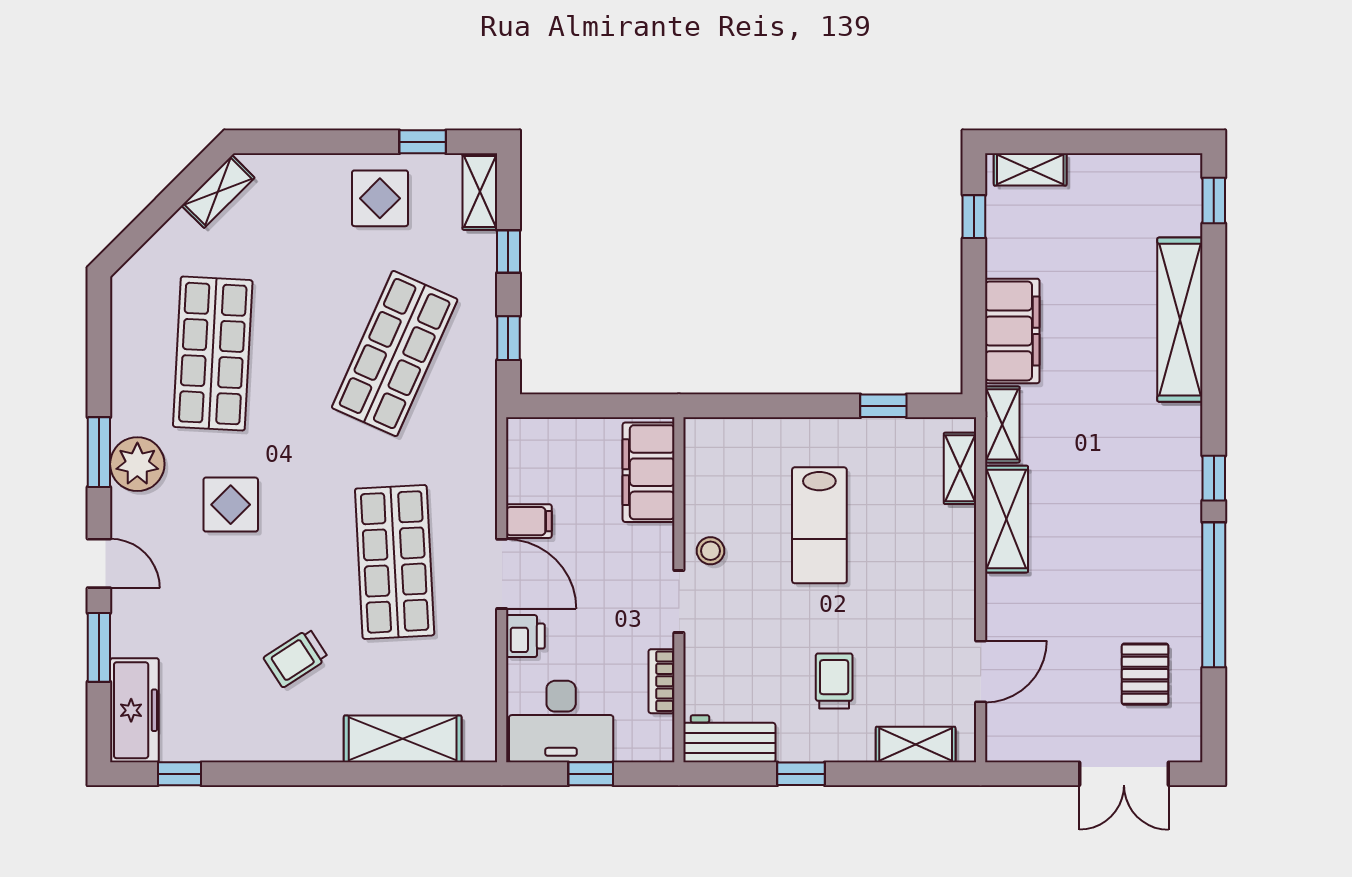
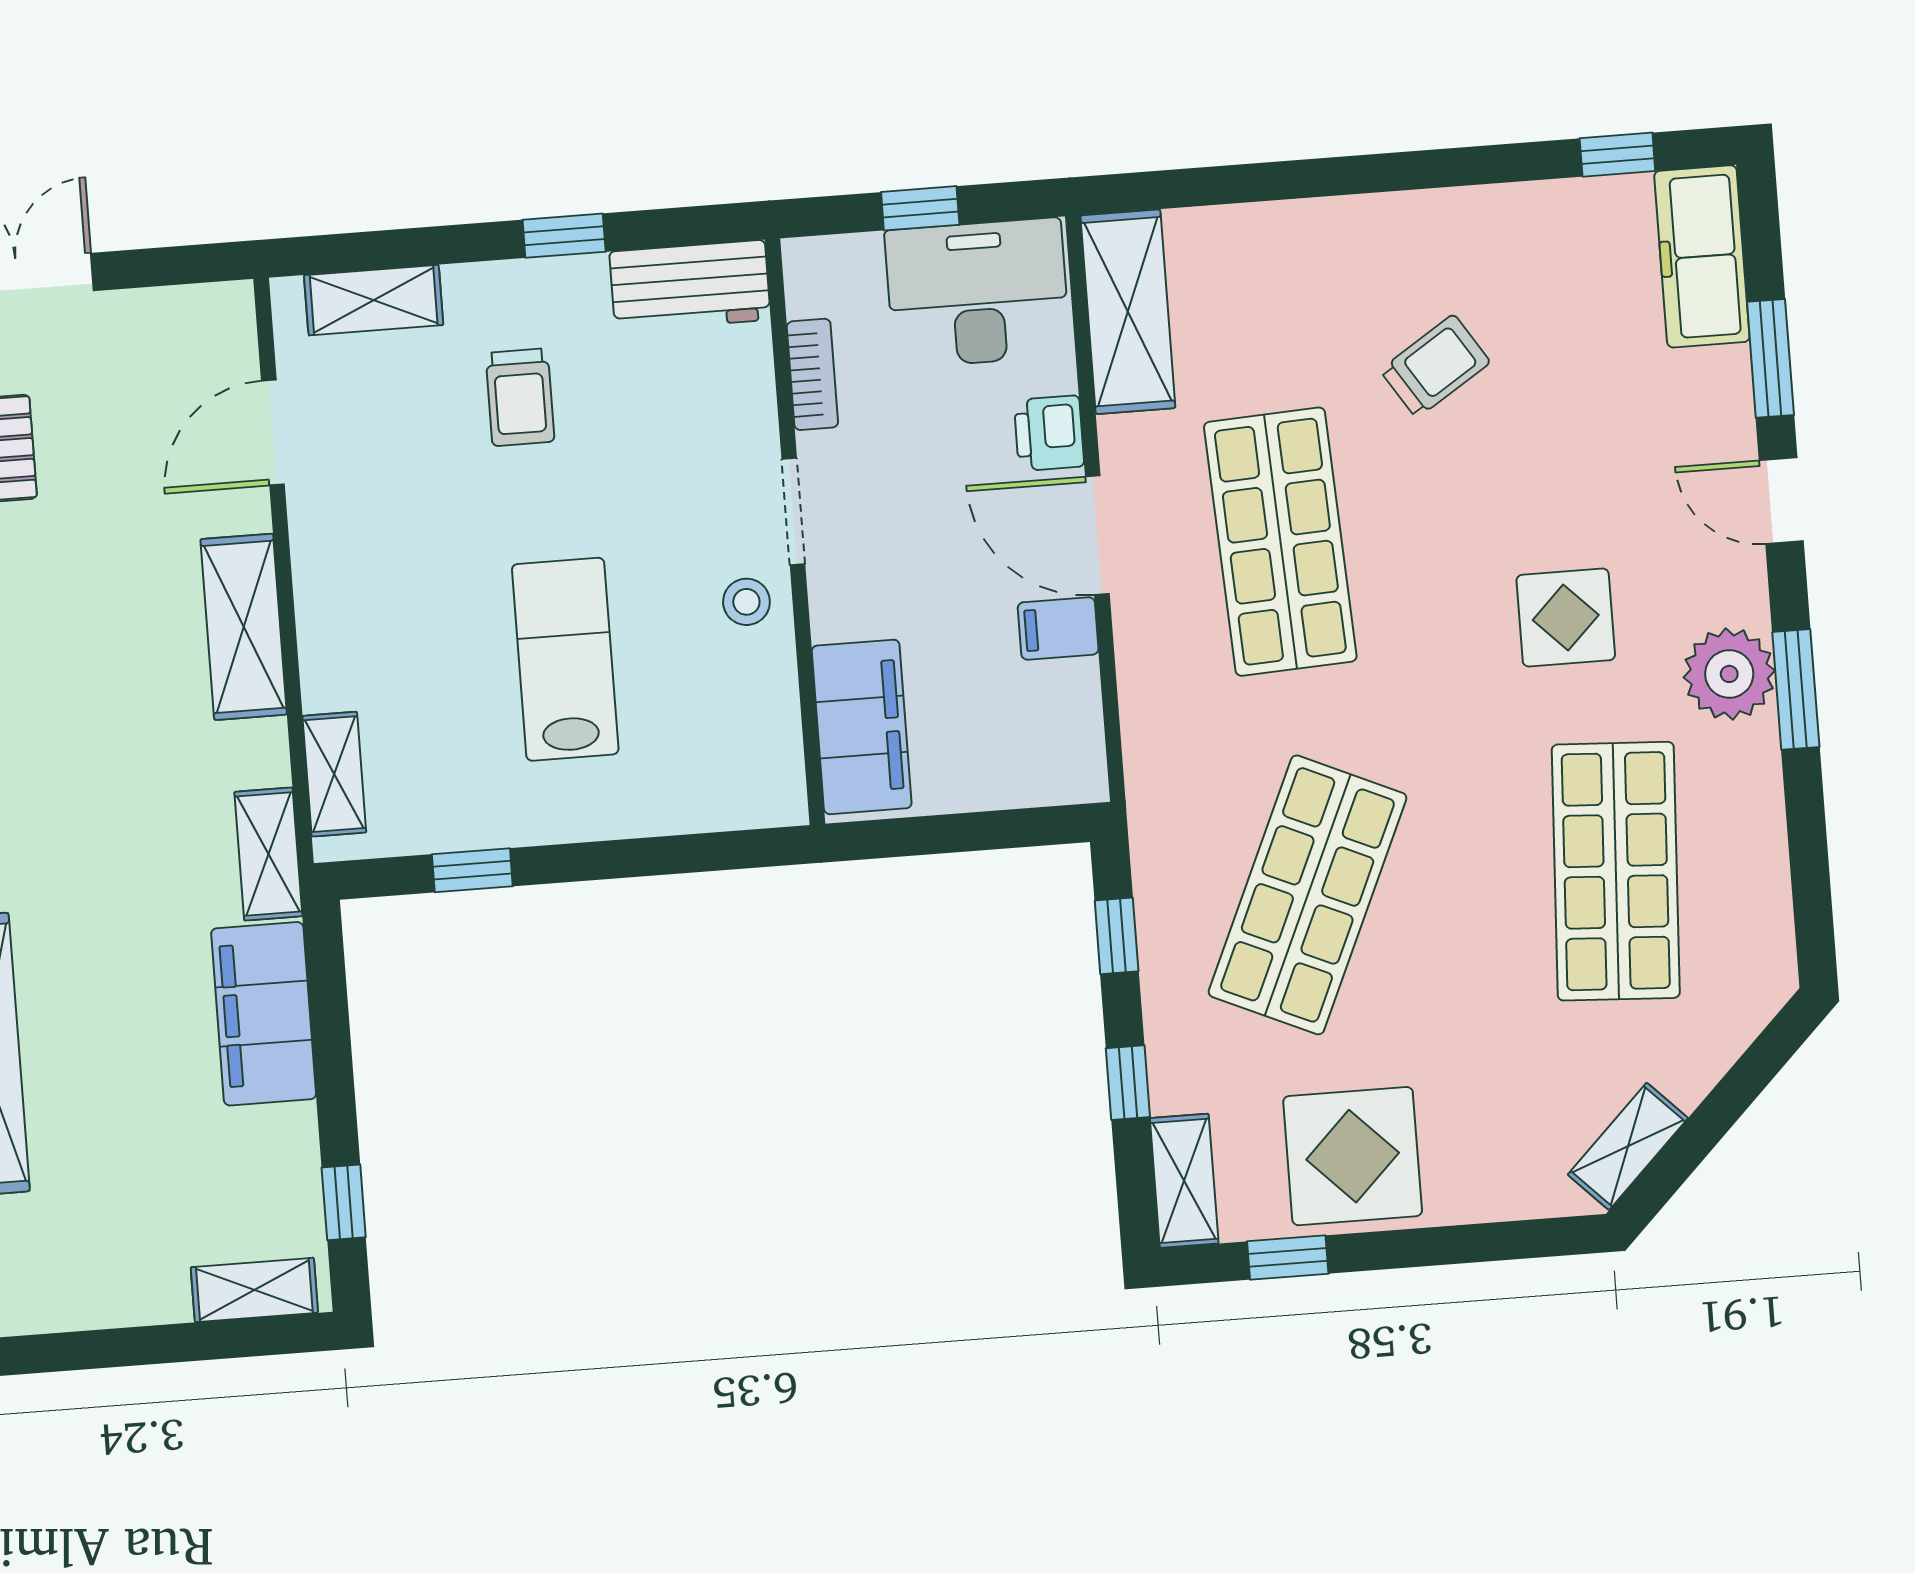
display table: (380, 198) -> (1353, 1156), width x1.36, depth x1.36
shelving: (1007, 519) -> (244, 627), moved
shelving: (403, 739) -> (1128, 312), moved, turned 90

